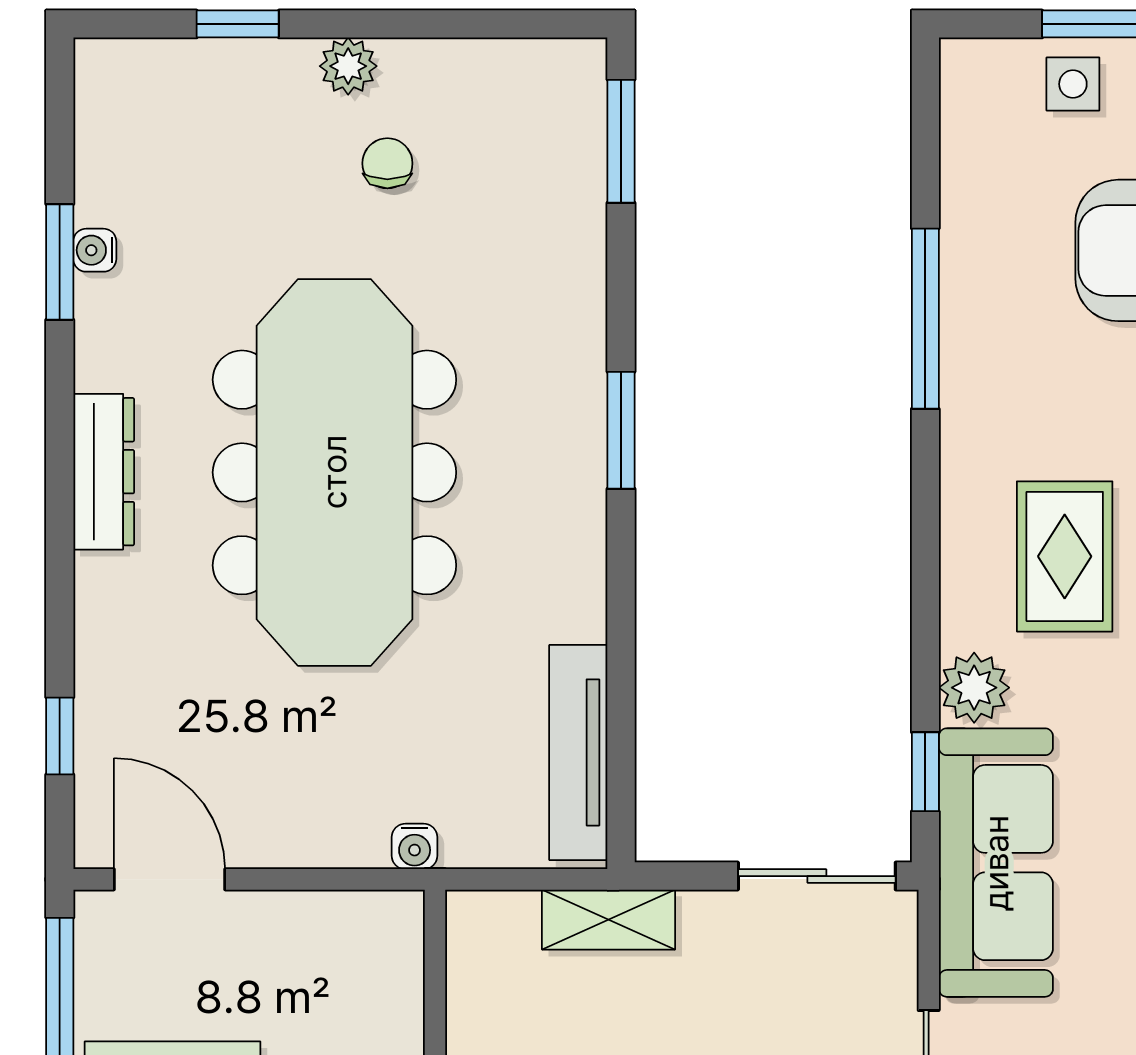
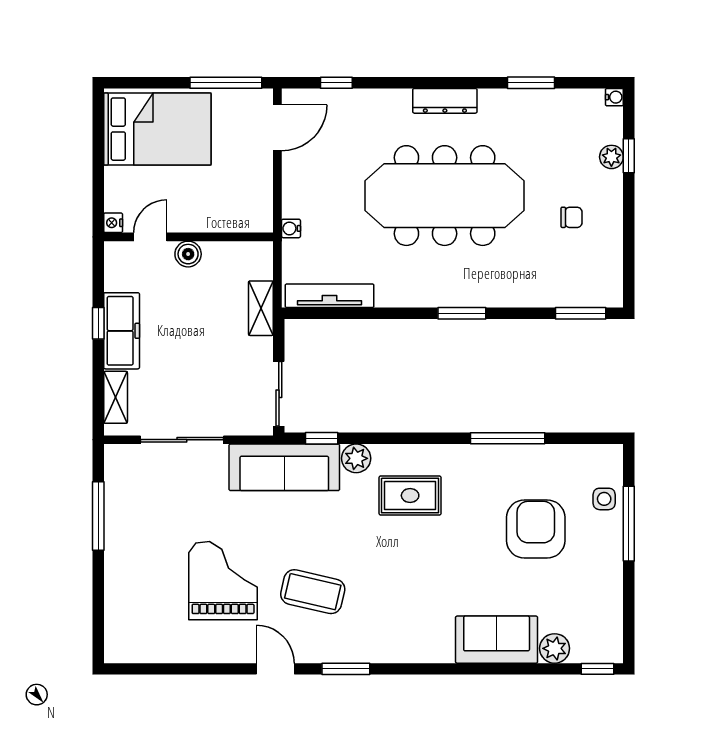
plant: (348, 66) -> (611, 157), moved
water cooler: (95, 250) -> (614, 97), moved, turned 90

